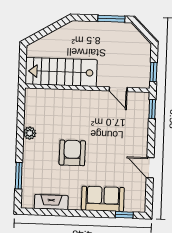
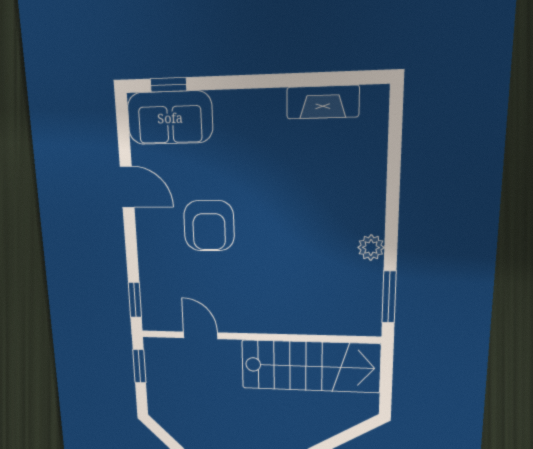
armchair: (72, 153) -> (209, 226), moved
window: (19, 176) -> (389, 297), moved
sofa: (103, 199) -> (170, 118), moved

